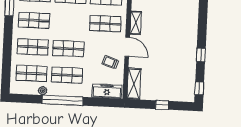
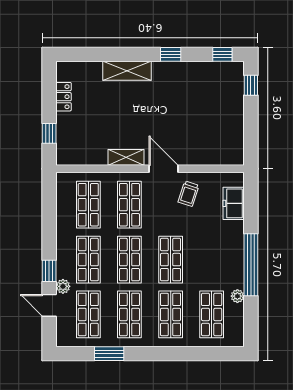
door: (127, 47) -> (164, 169), hinge flipped
shop shelf: (67, 75) -> (129, 260), moved
shelving: (134, 84) -> (127, 71), moved
freezer: (107, 91) -> (234, 203), width x0.71
window: (162, 105) -> (251, 85), moved

